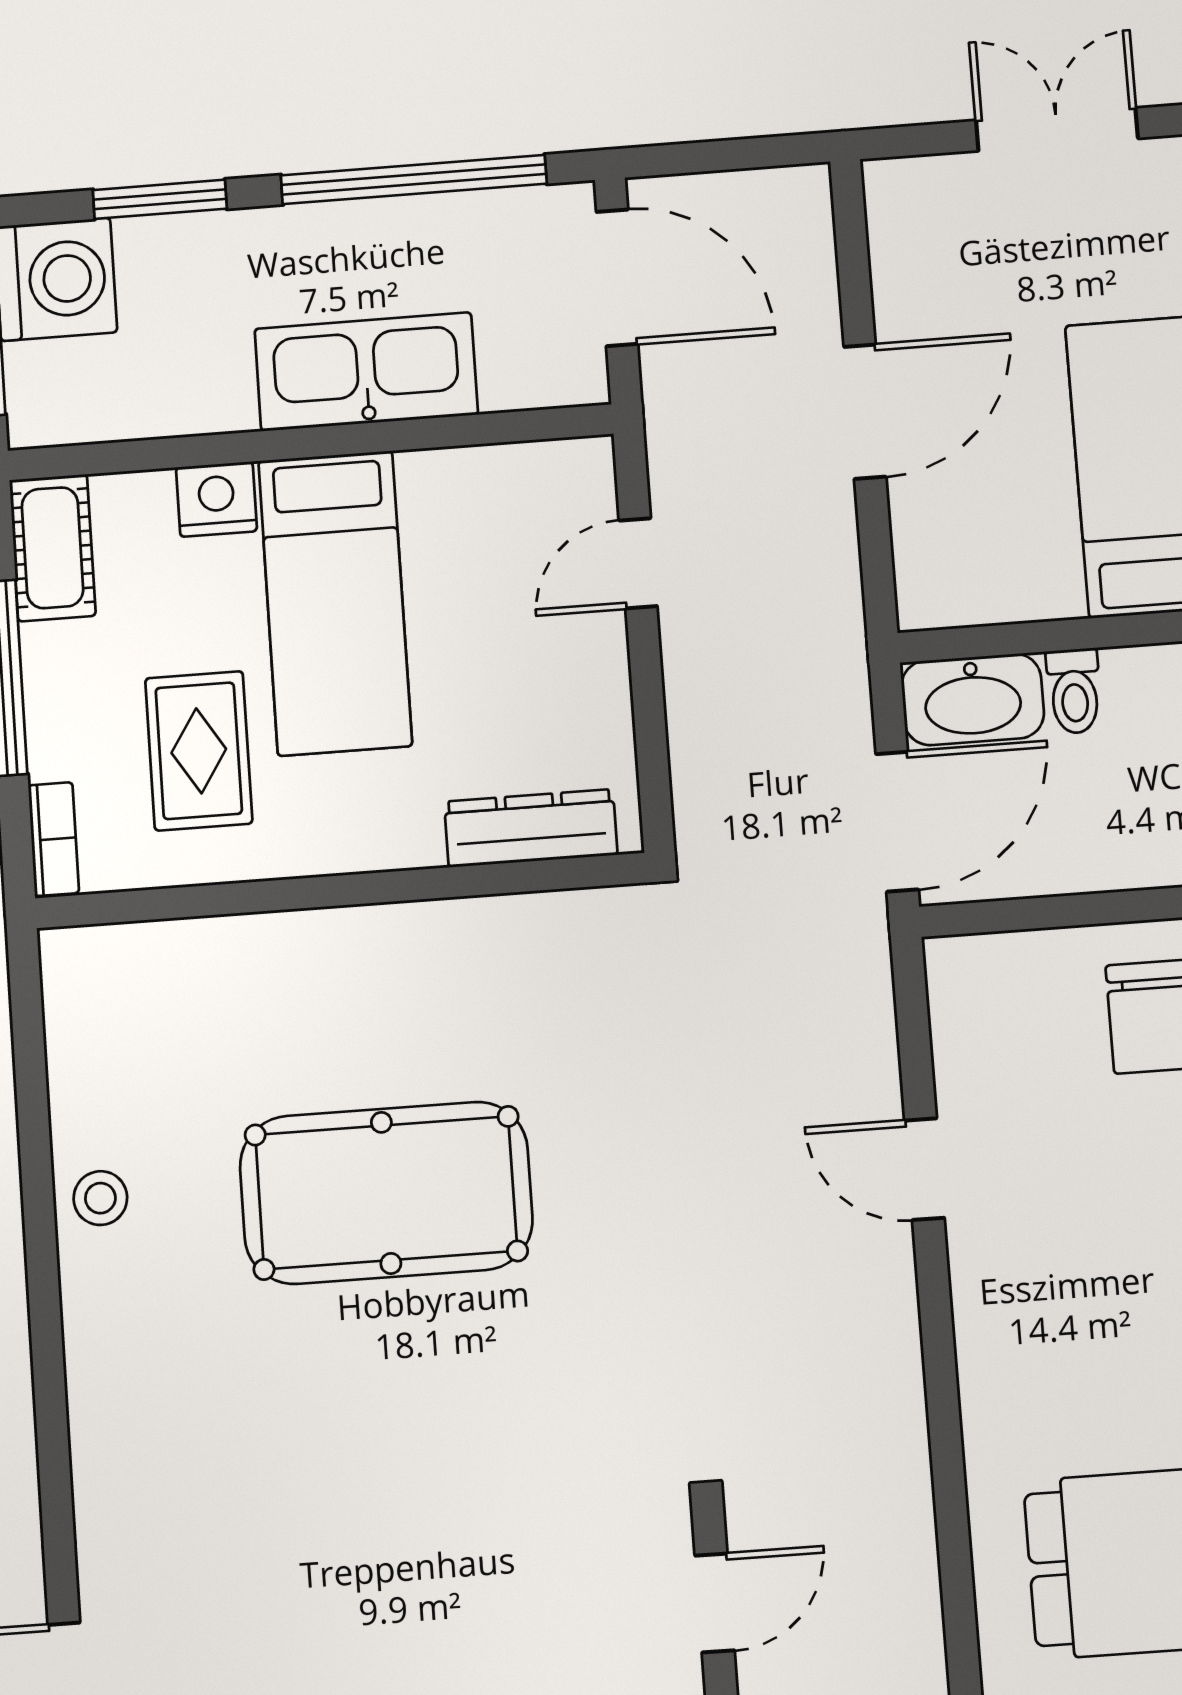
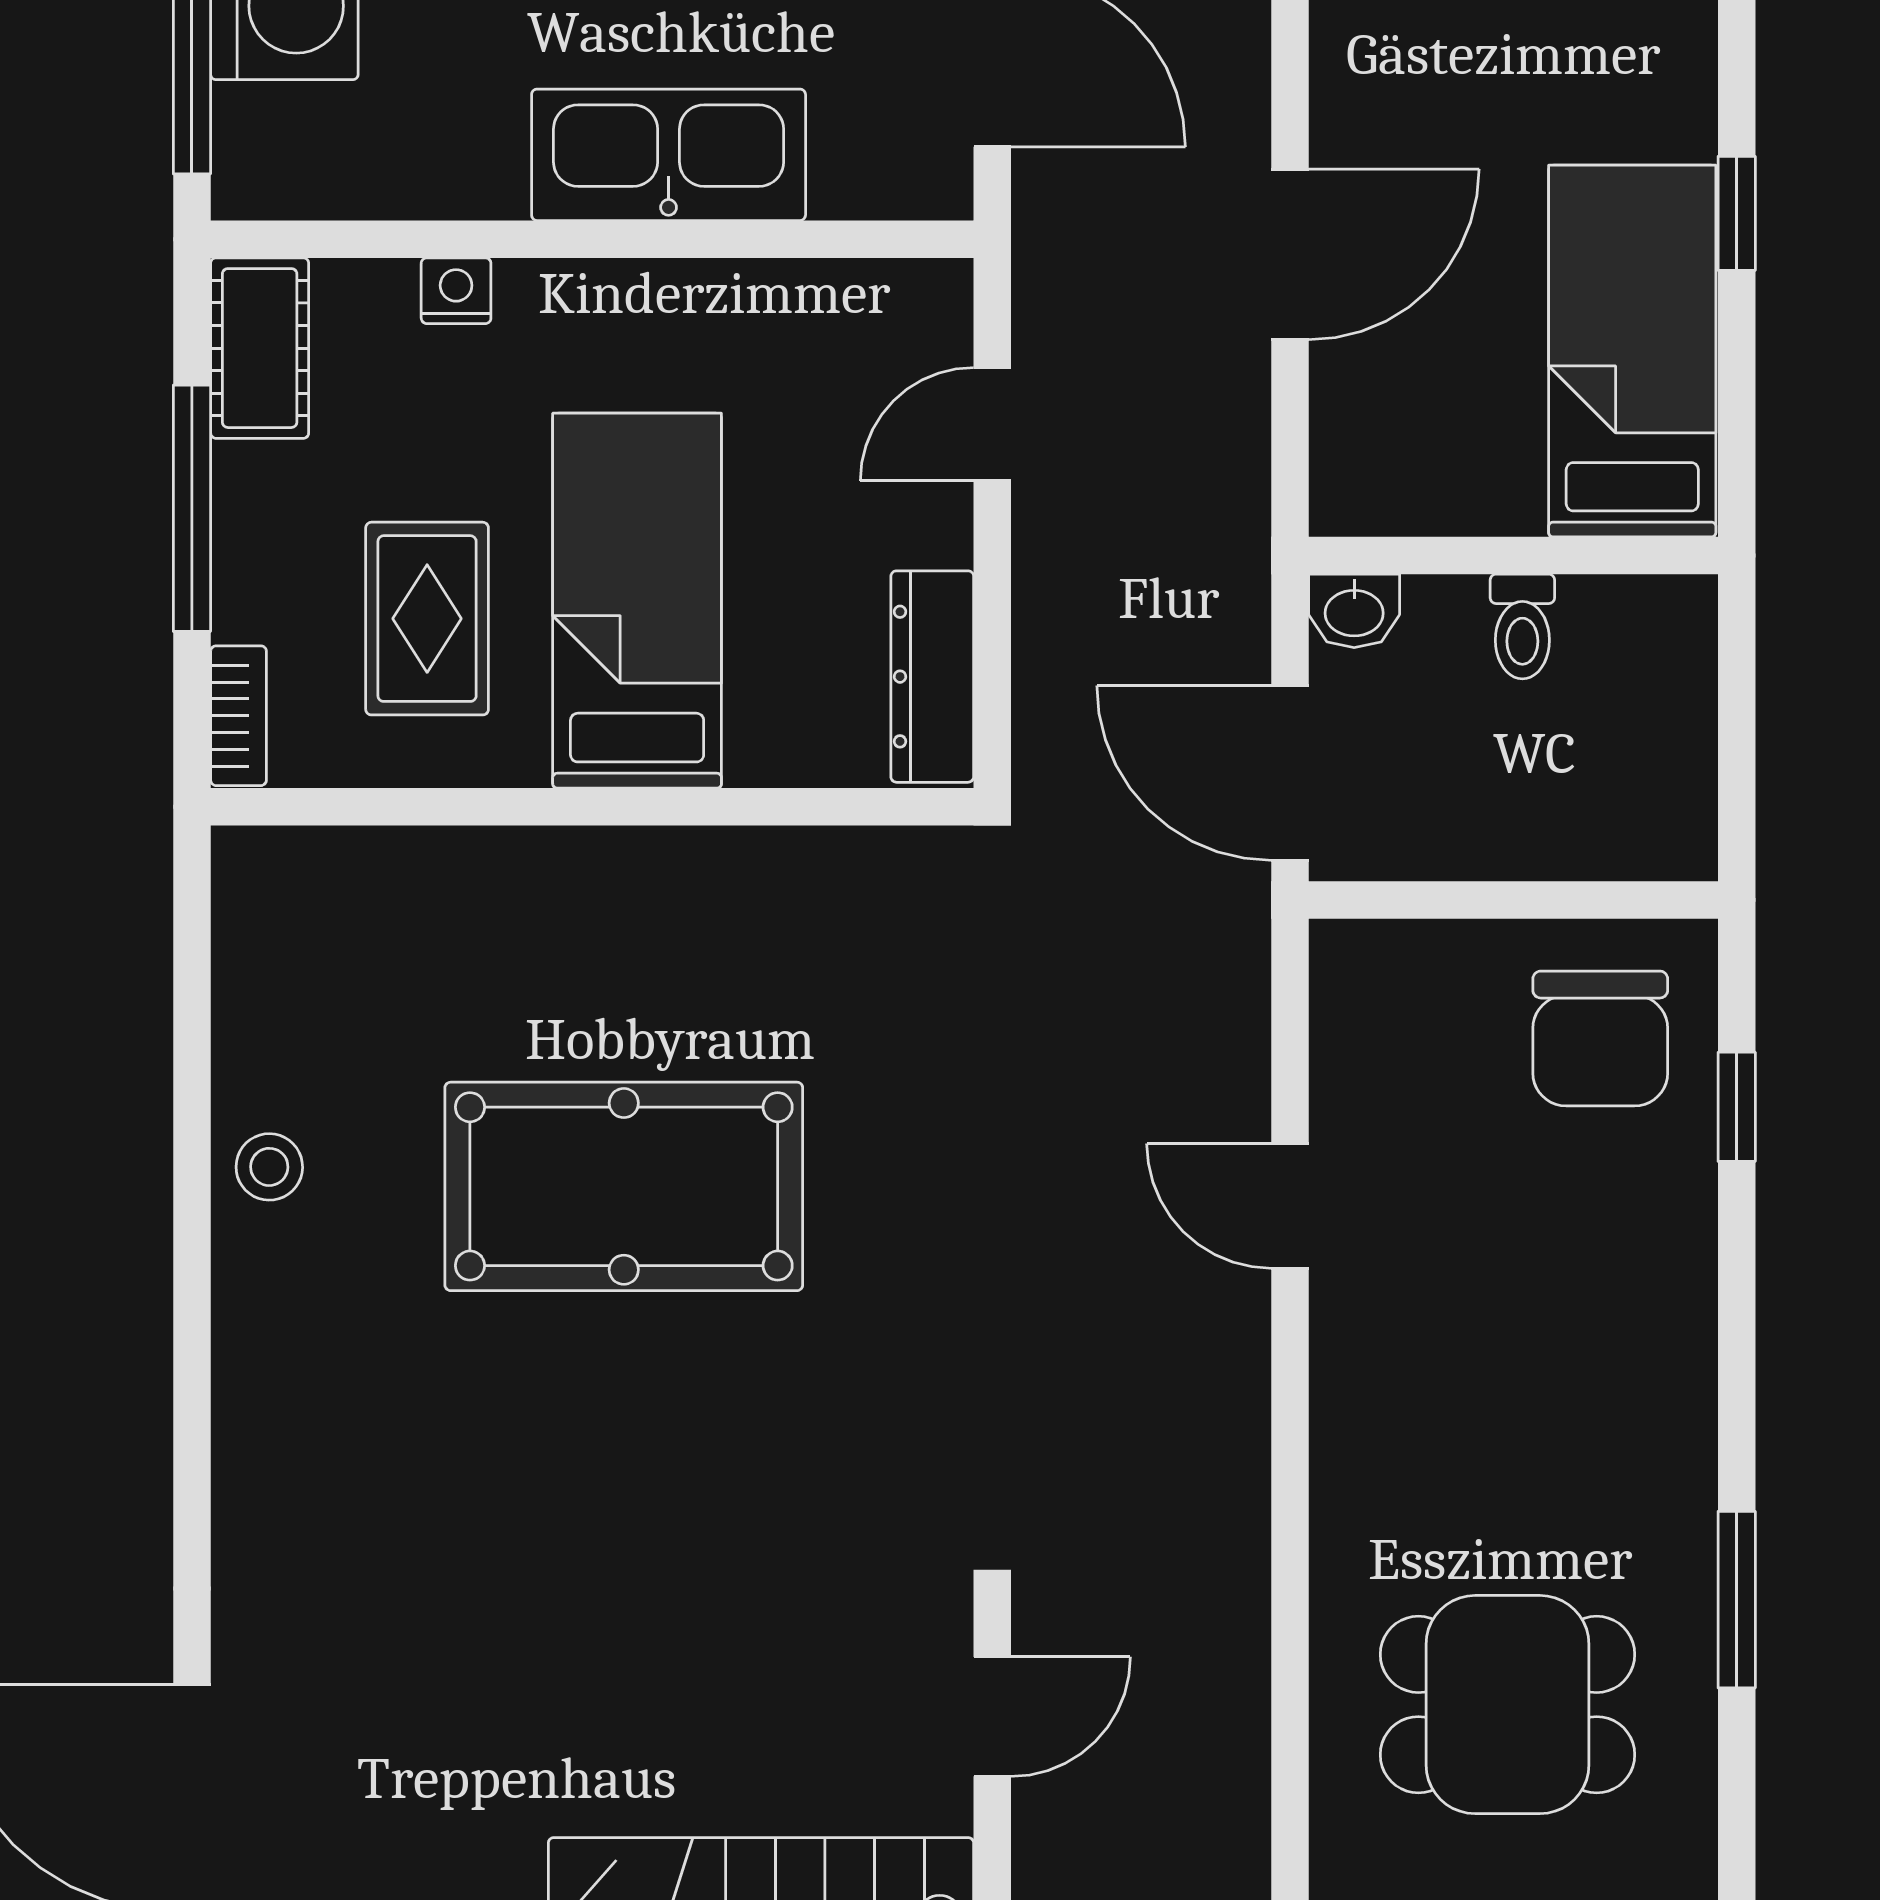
nightstand: (216, 499) -> (456, 291), width x0.72, depth x0.74
bed: (335, 603) -> (637, 601), moved, turned 180
washbasin: (973, 699) -> (1354, 611), width x0.52, depth x0.69
door: (897, 822) -> (1290, 773), swing flipped
dresser: (531, 828) -> (932, 677), moved, turned -90

